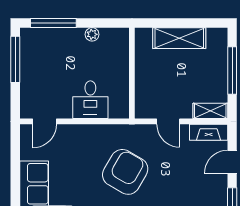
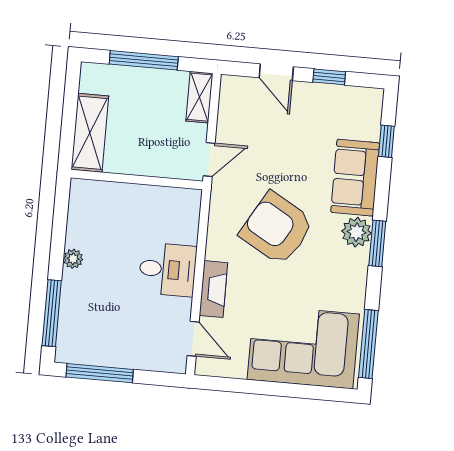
wall: (132, 73) -> (137, 180), moved
fireplace: (209, 132) -> (213, 289), moved

